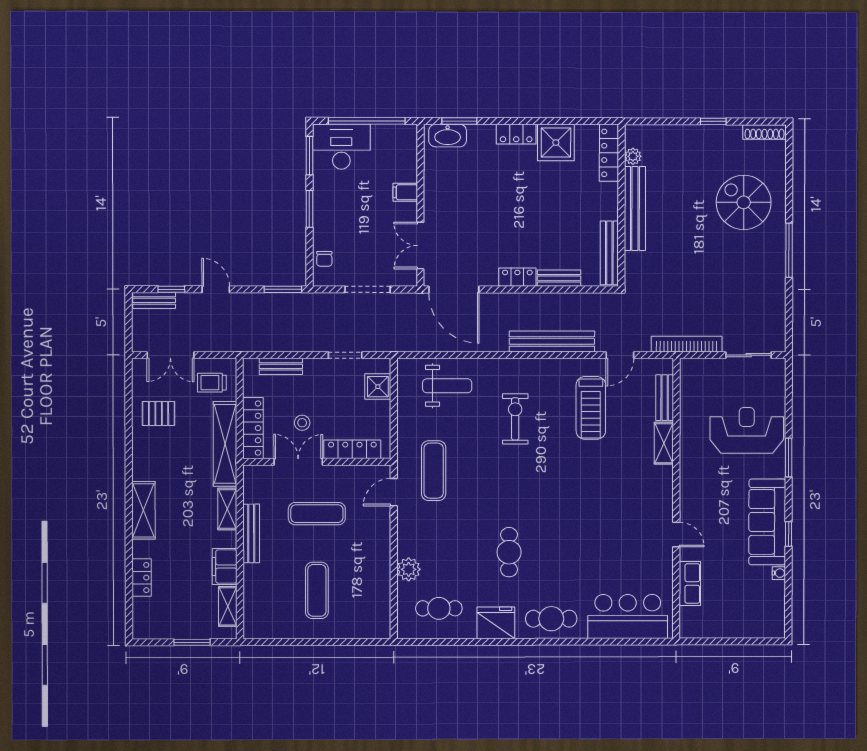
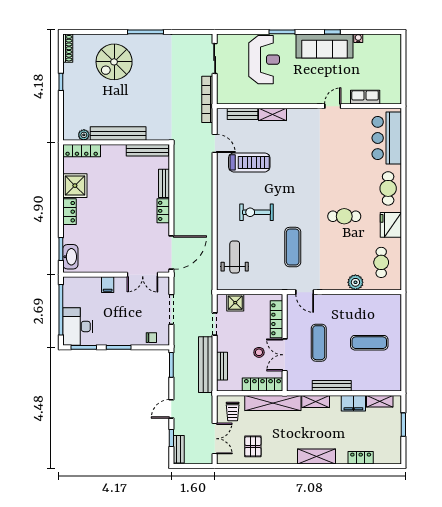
bench: (552, 341) -> (206, 365), moved
reception desk: (747, 430) -> (264, 60), turned 180
exercise mat: (434, 471) -> (293, 247), moved, turned 90

